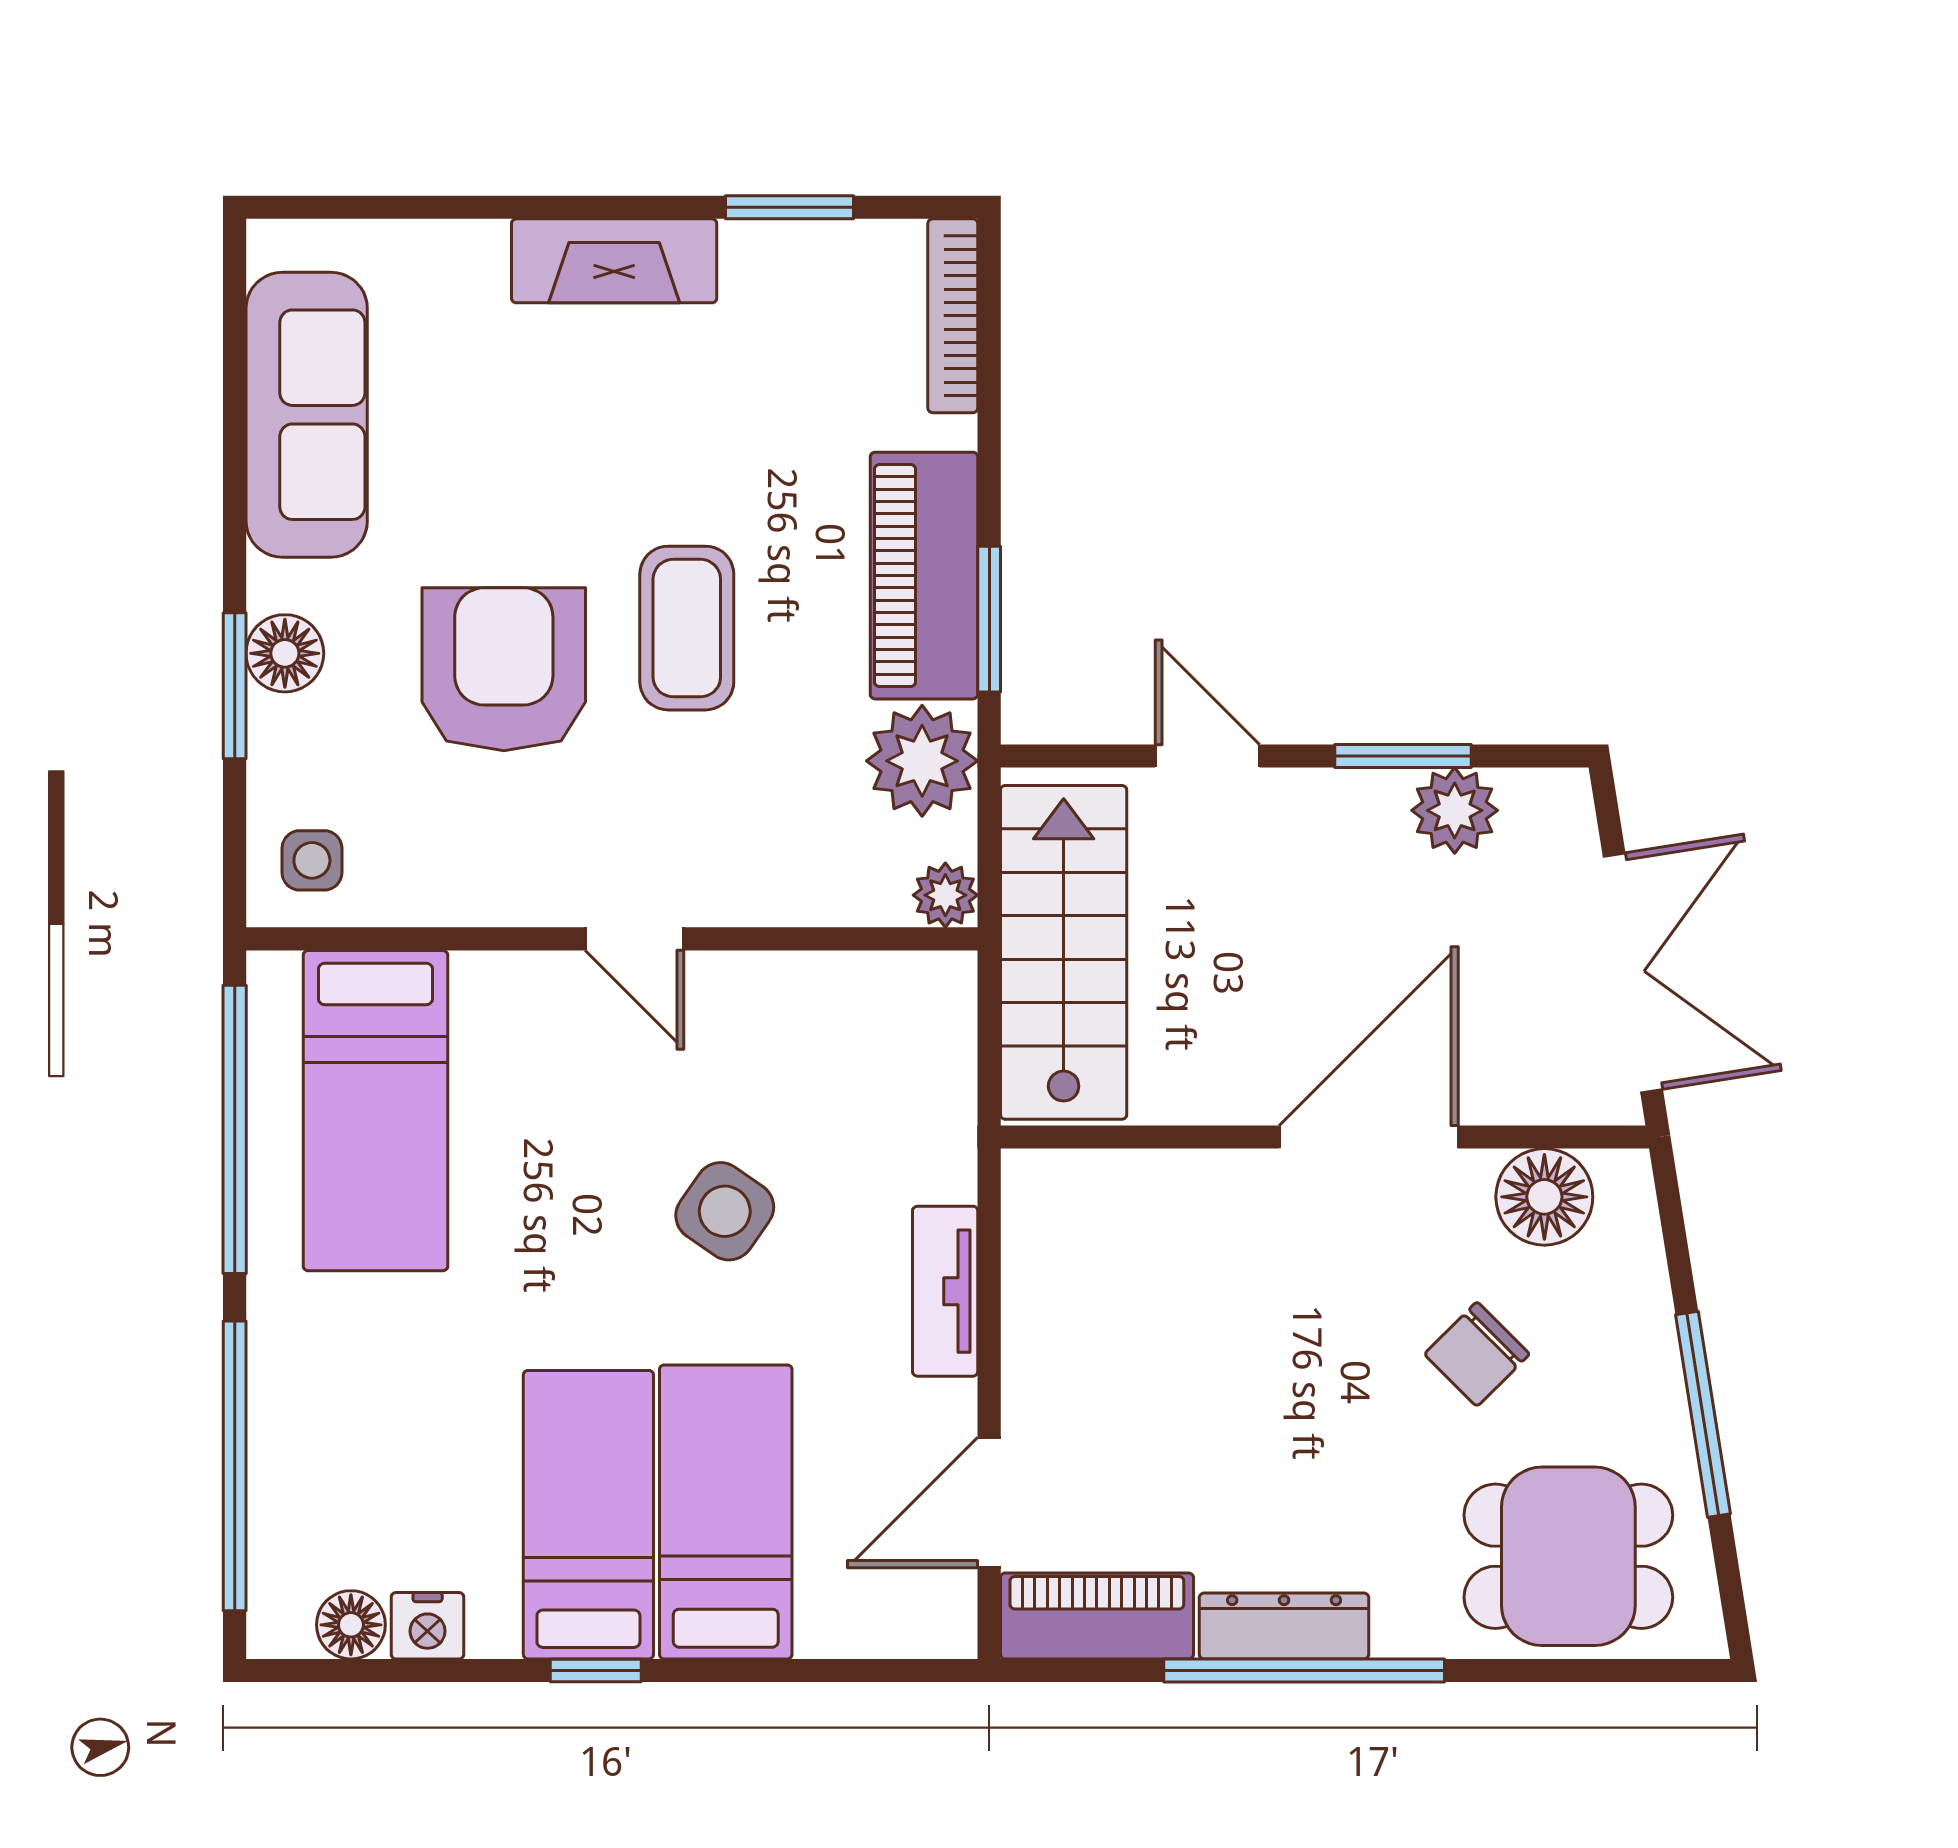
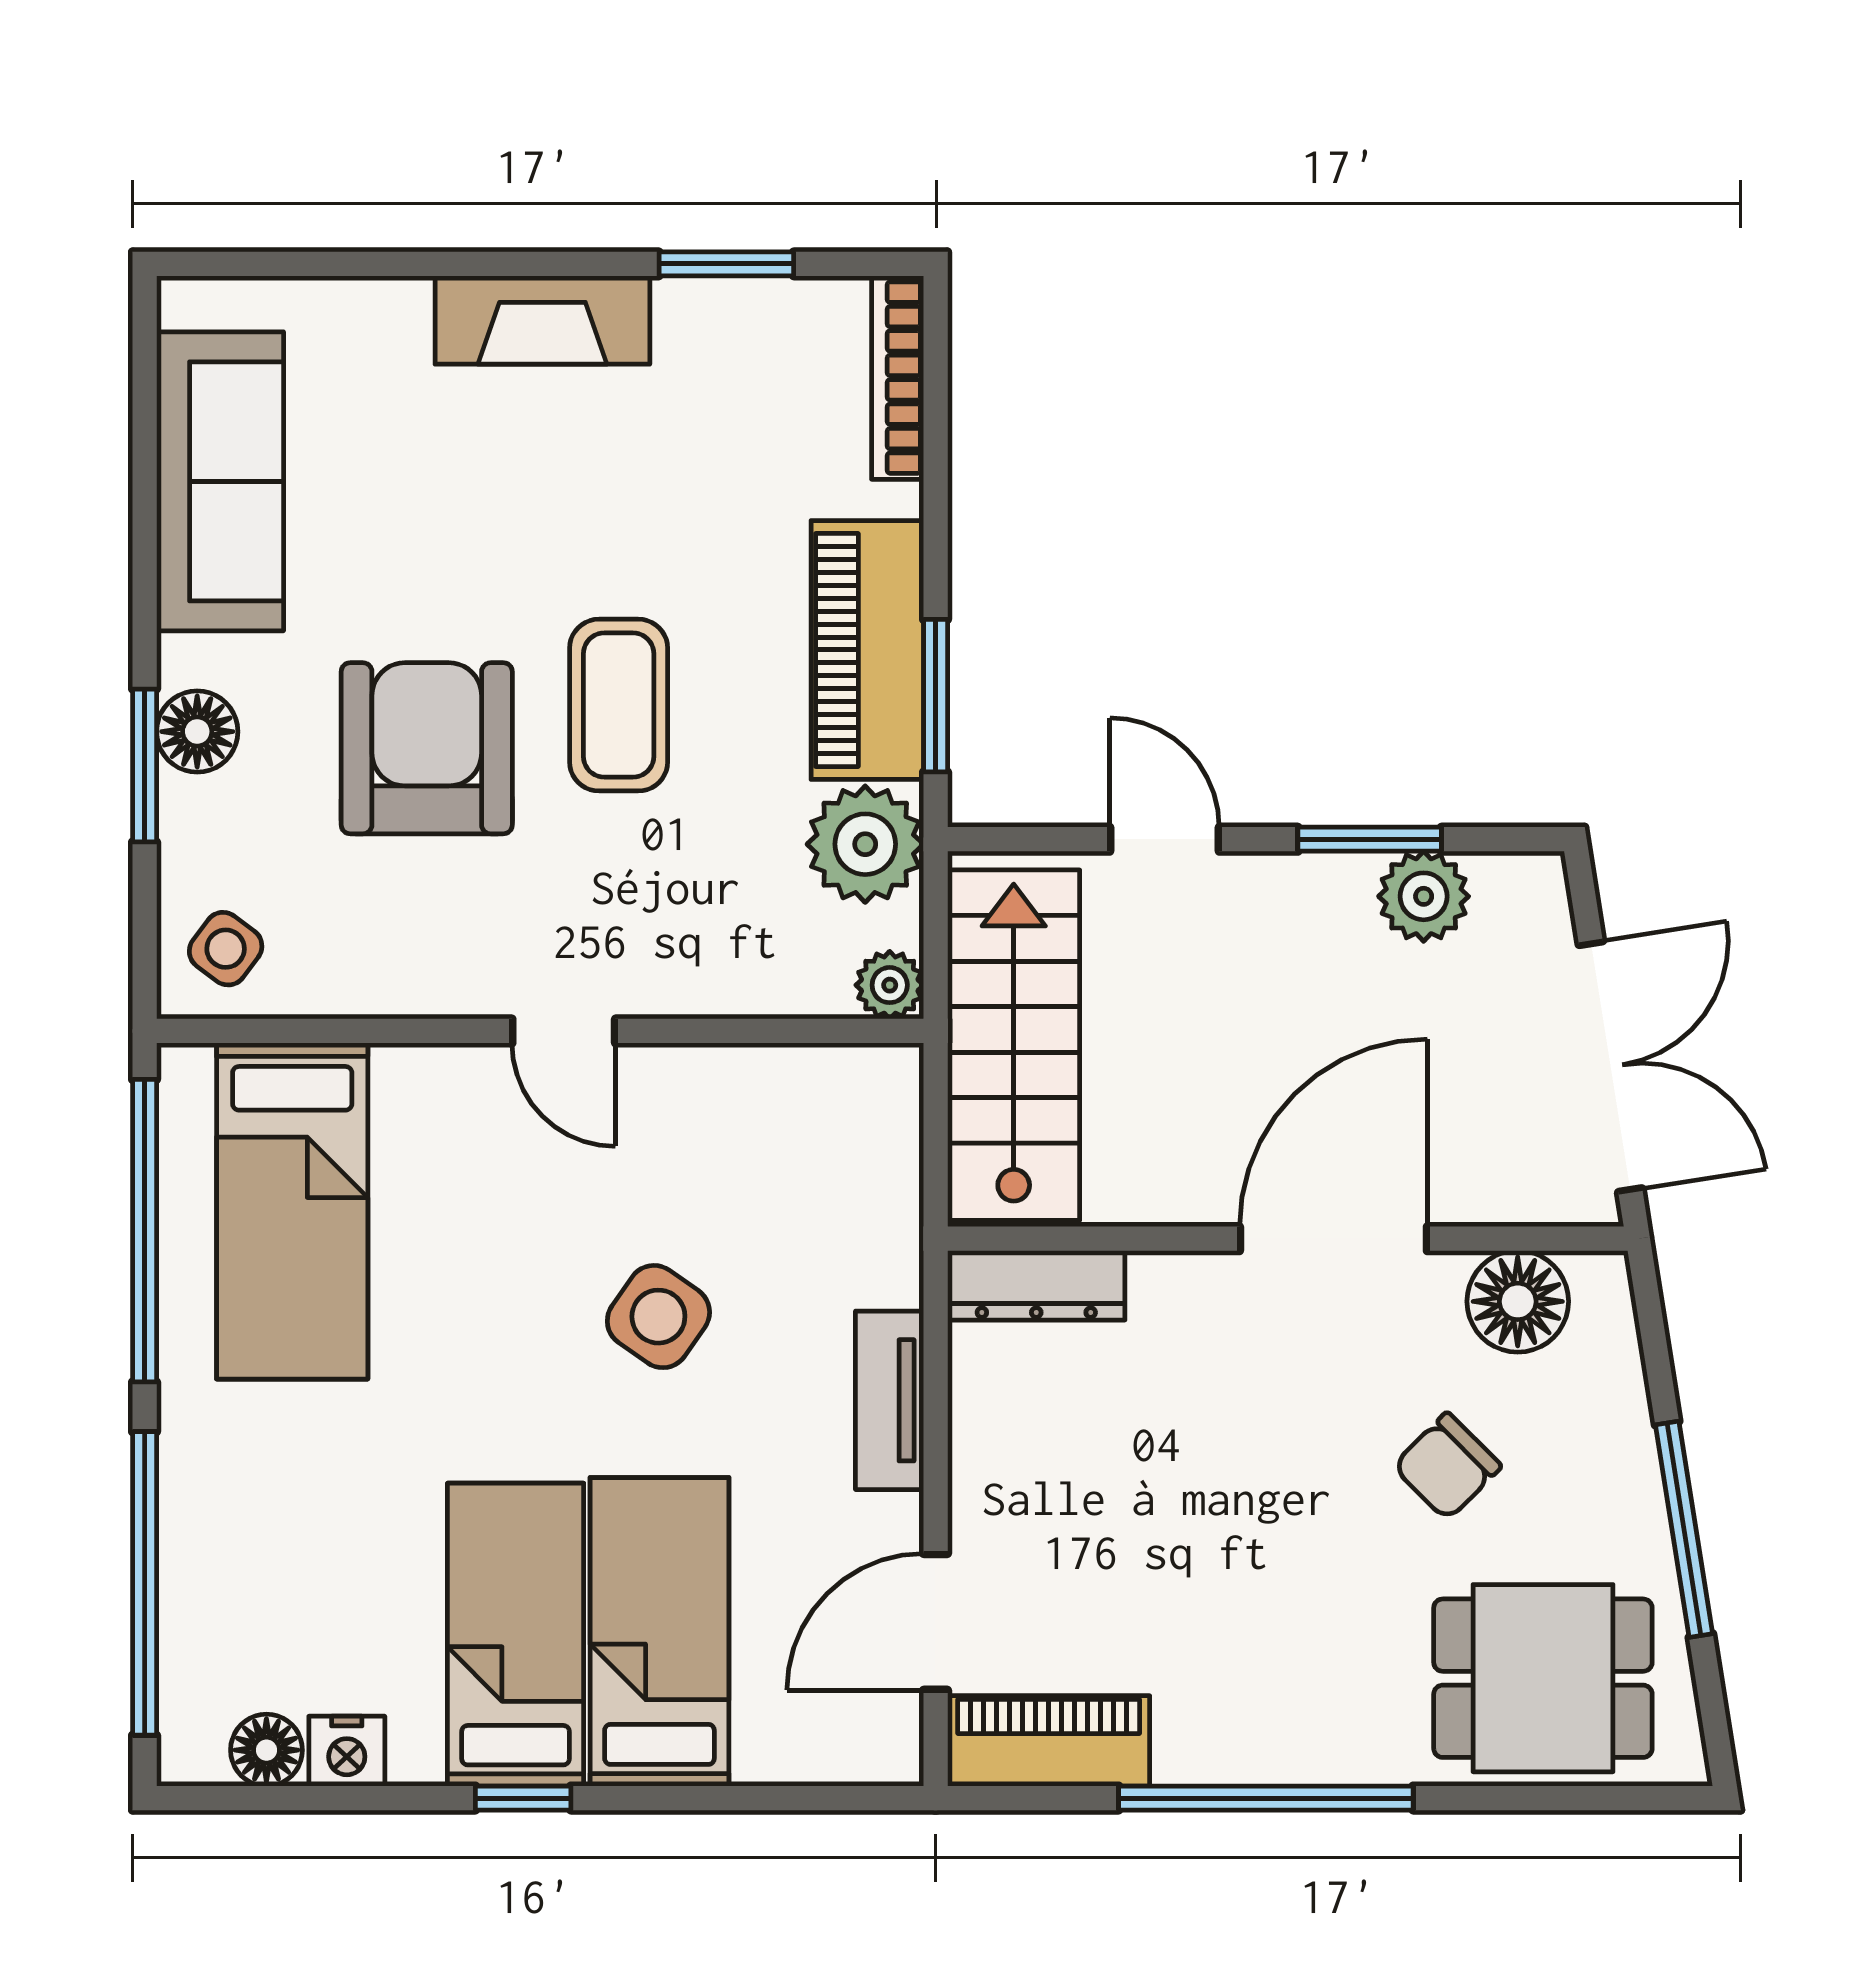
side table: (312, 860) -> (226, 949), turned 37
dresser: (1284, 1626) -> (1036, 1285), moved, turned 180

